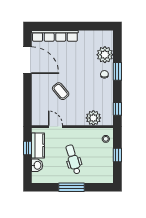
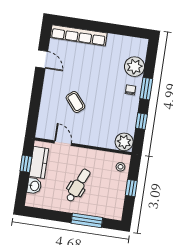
door: (28, 60) -> (42, 59), width x0.53
window: (117, 109) -> (141, 121), moved
plant: (93, 118) -> (124, 142), moved
dental chair: (73, 159) -> (78, 185), turned 40
window: (71, 187) -> (87, 220), moved

